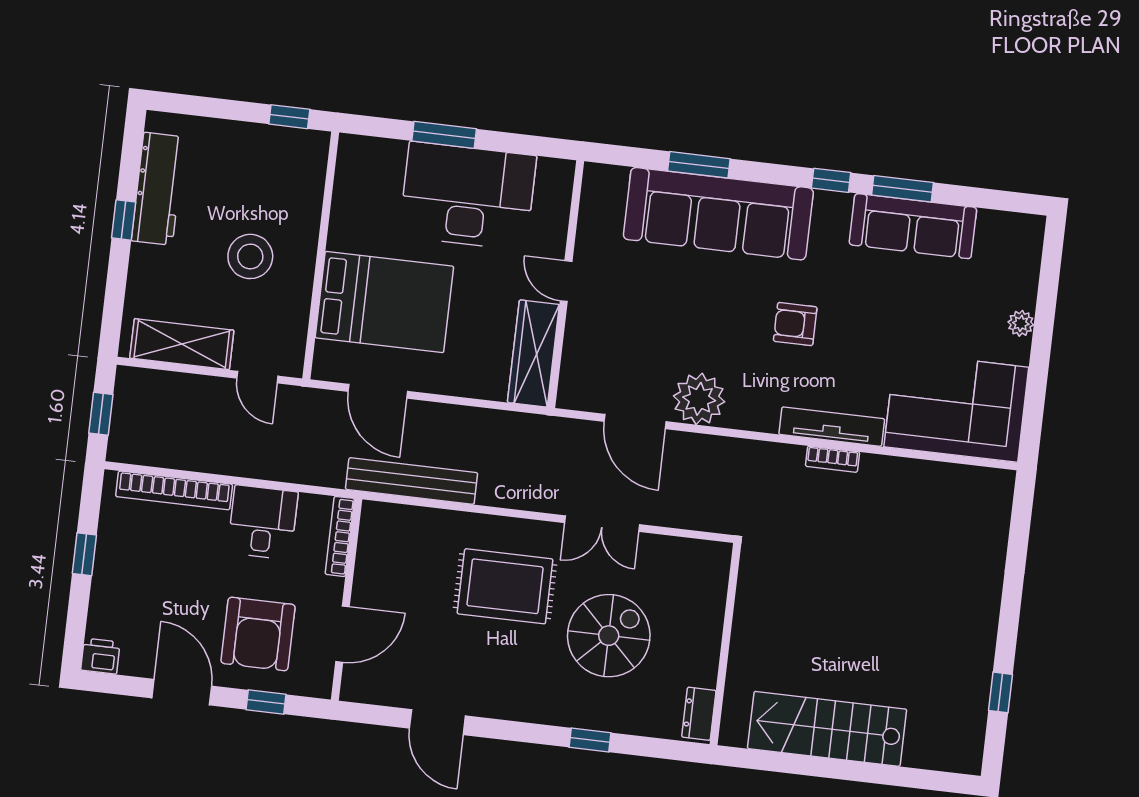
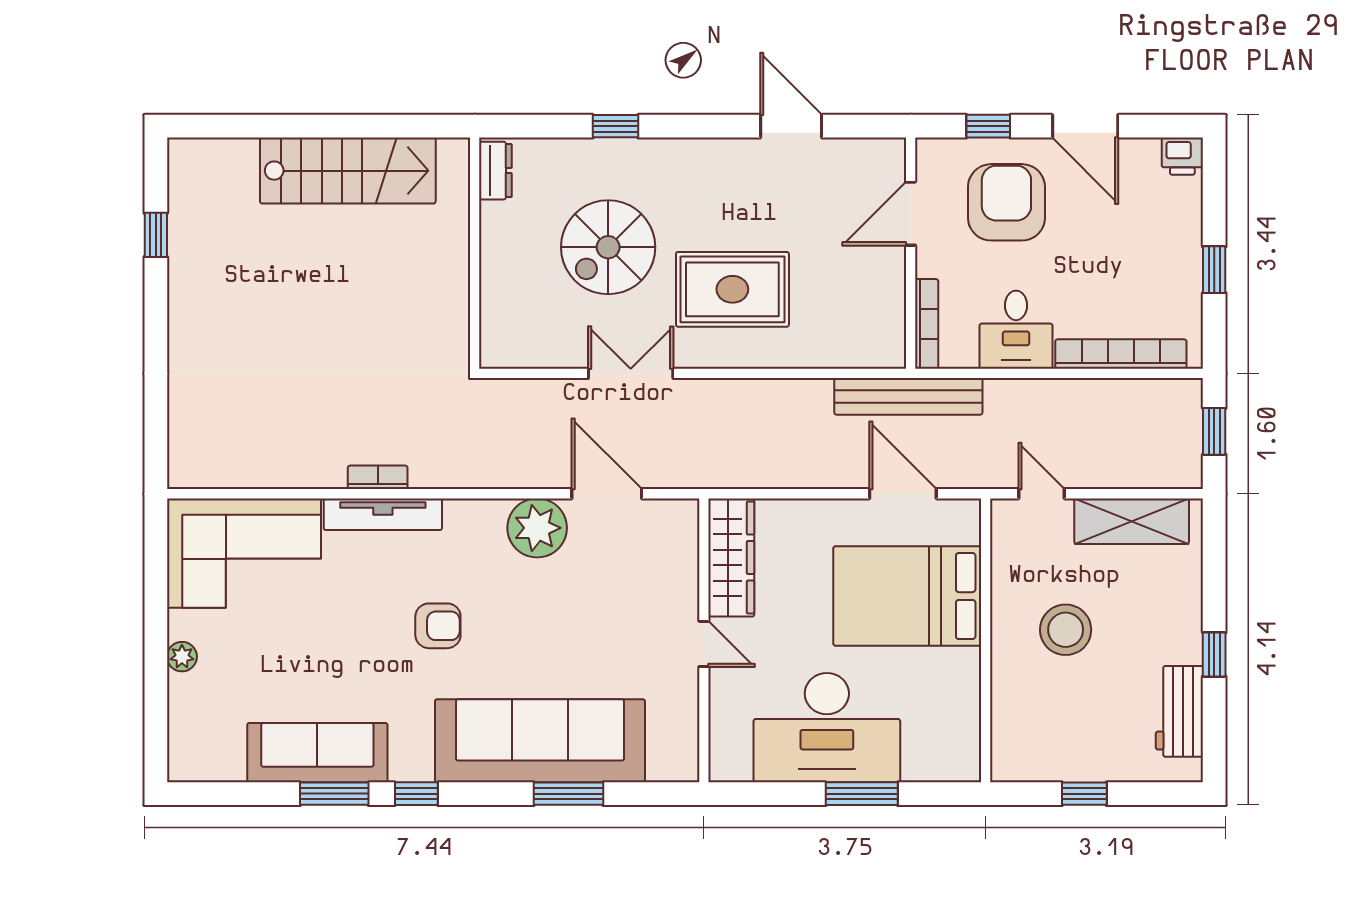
window: (289, 117) -> (1084, 794), moved
workbench: (158, 189) -> (1179, 711), width x0.73
bench: (412, 481) -> (908, 396), moved

